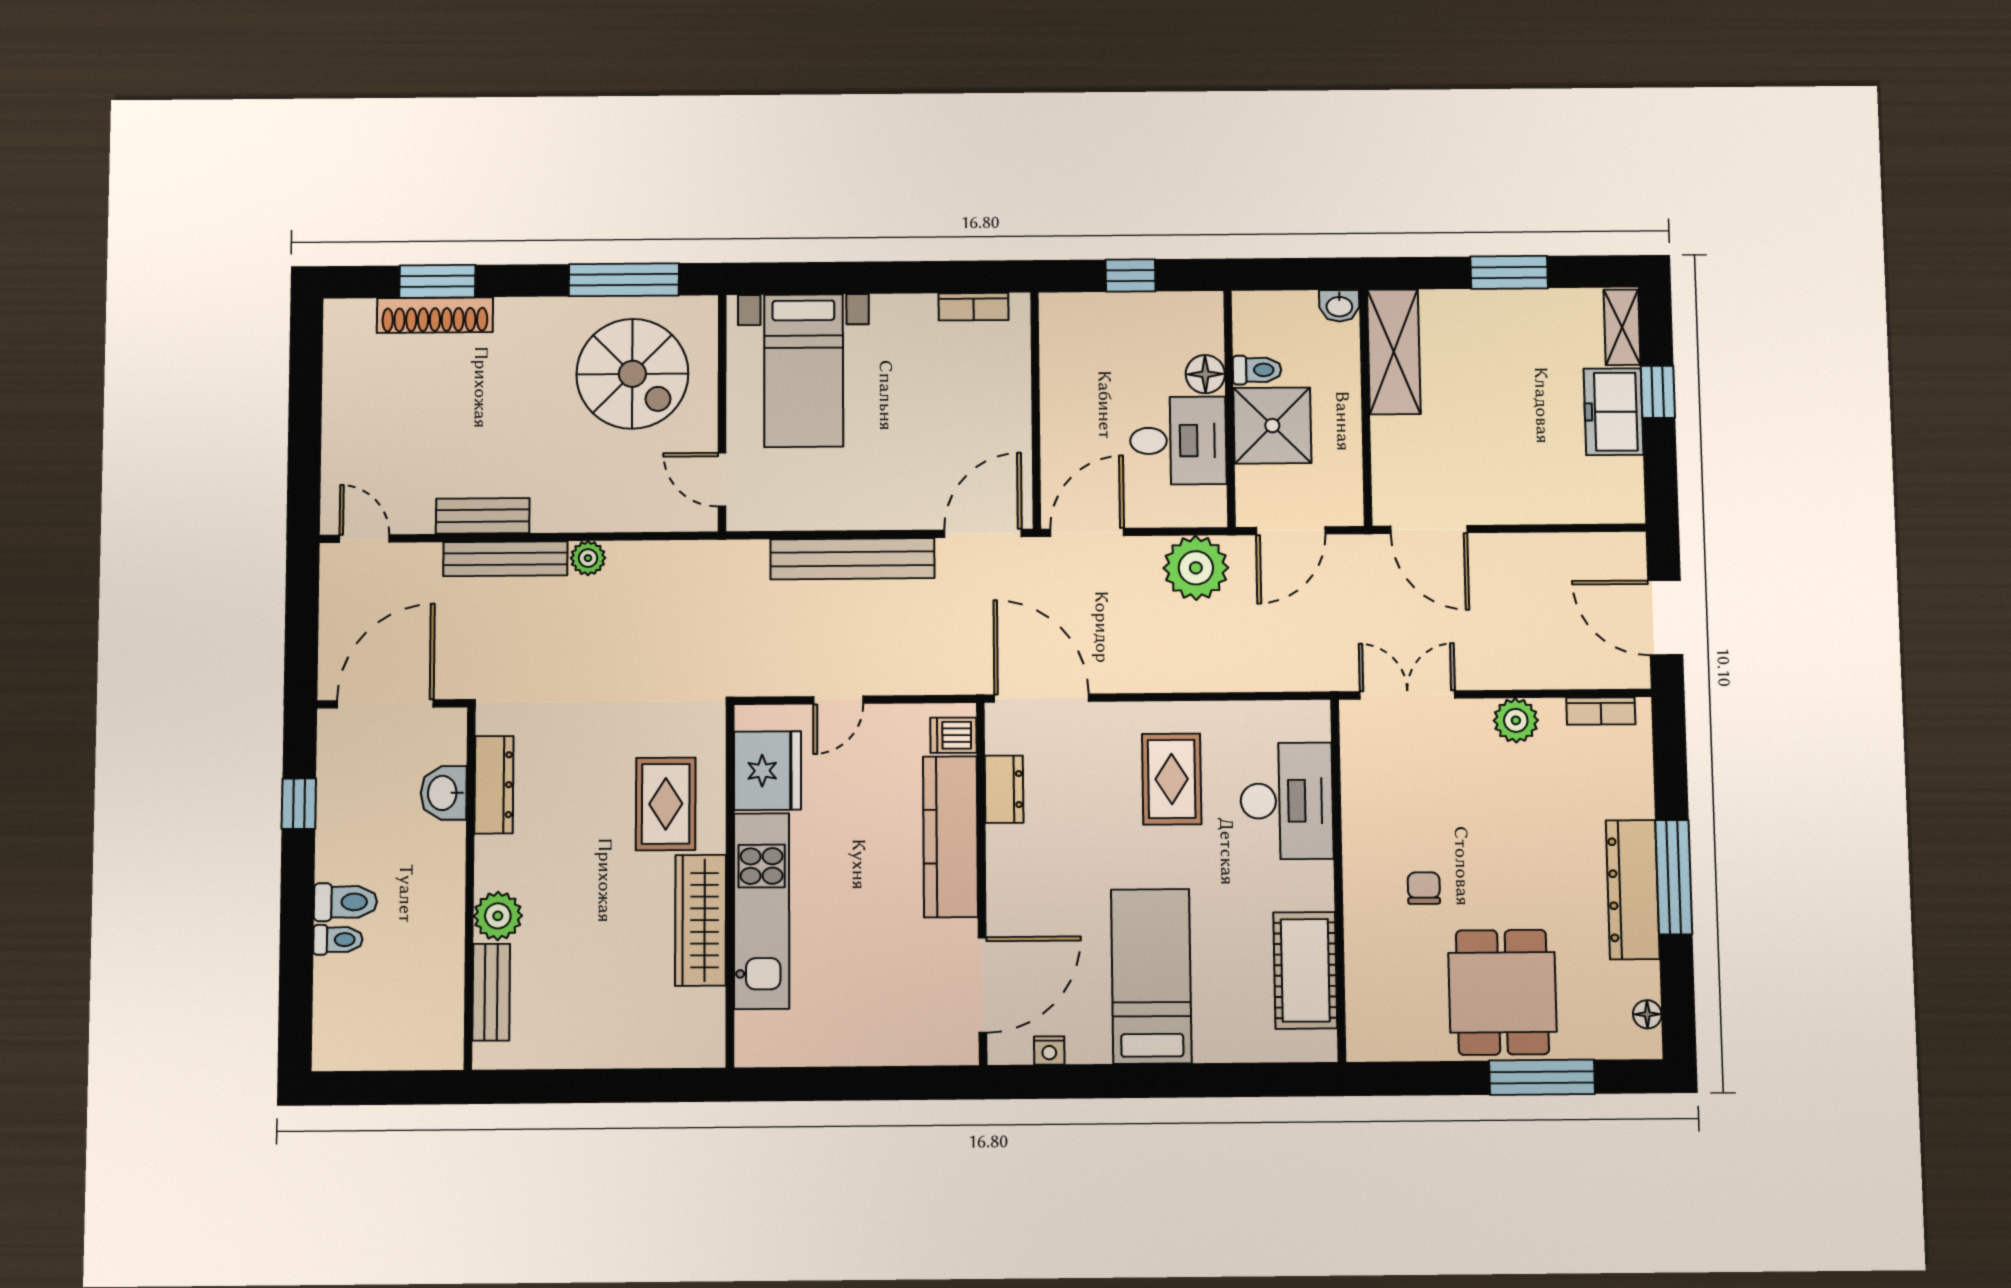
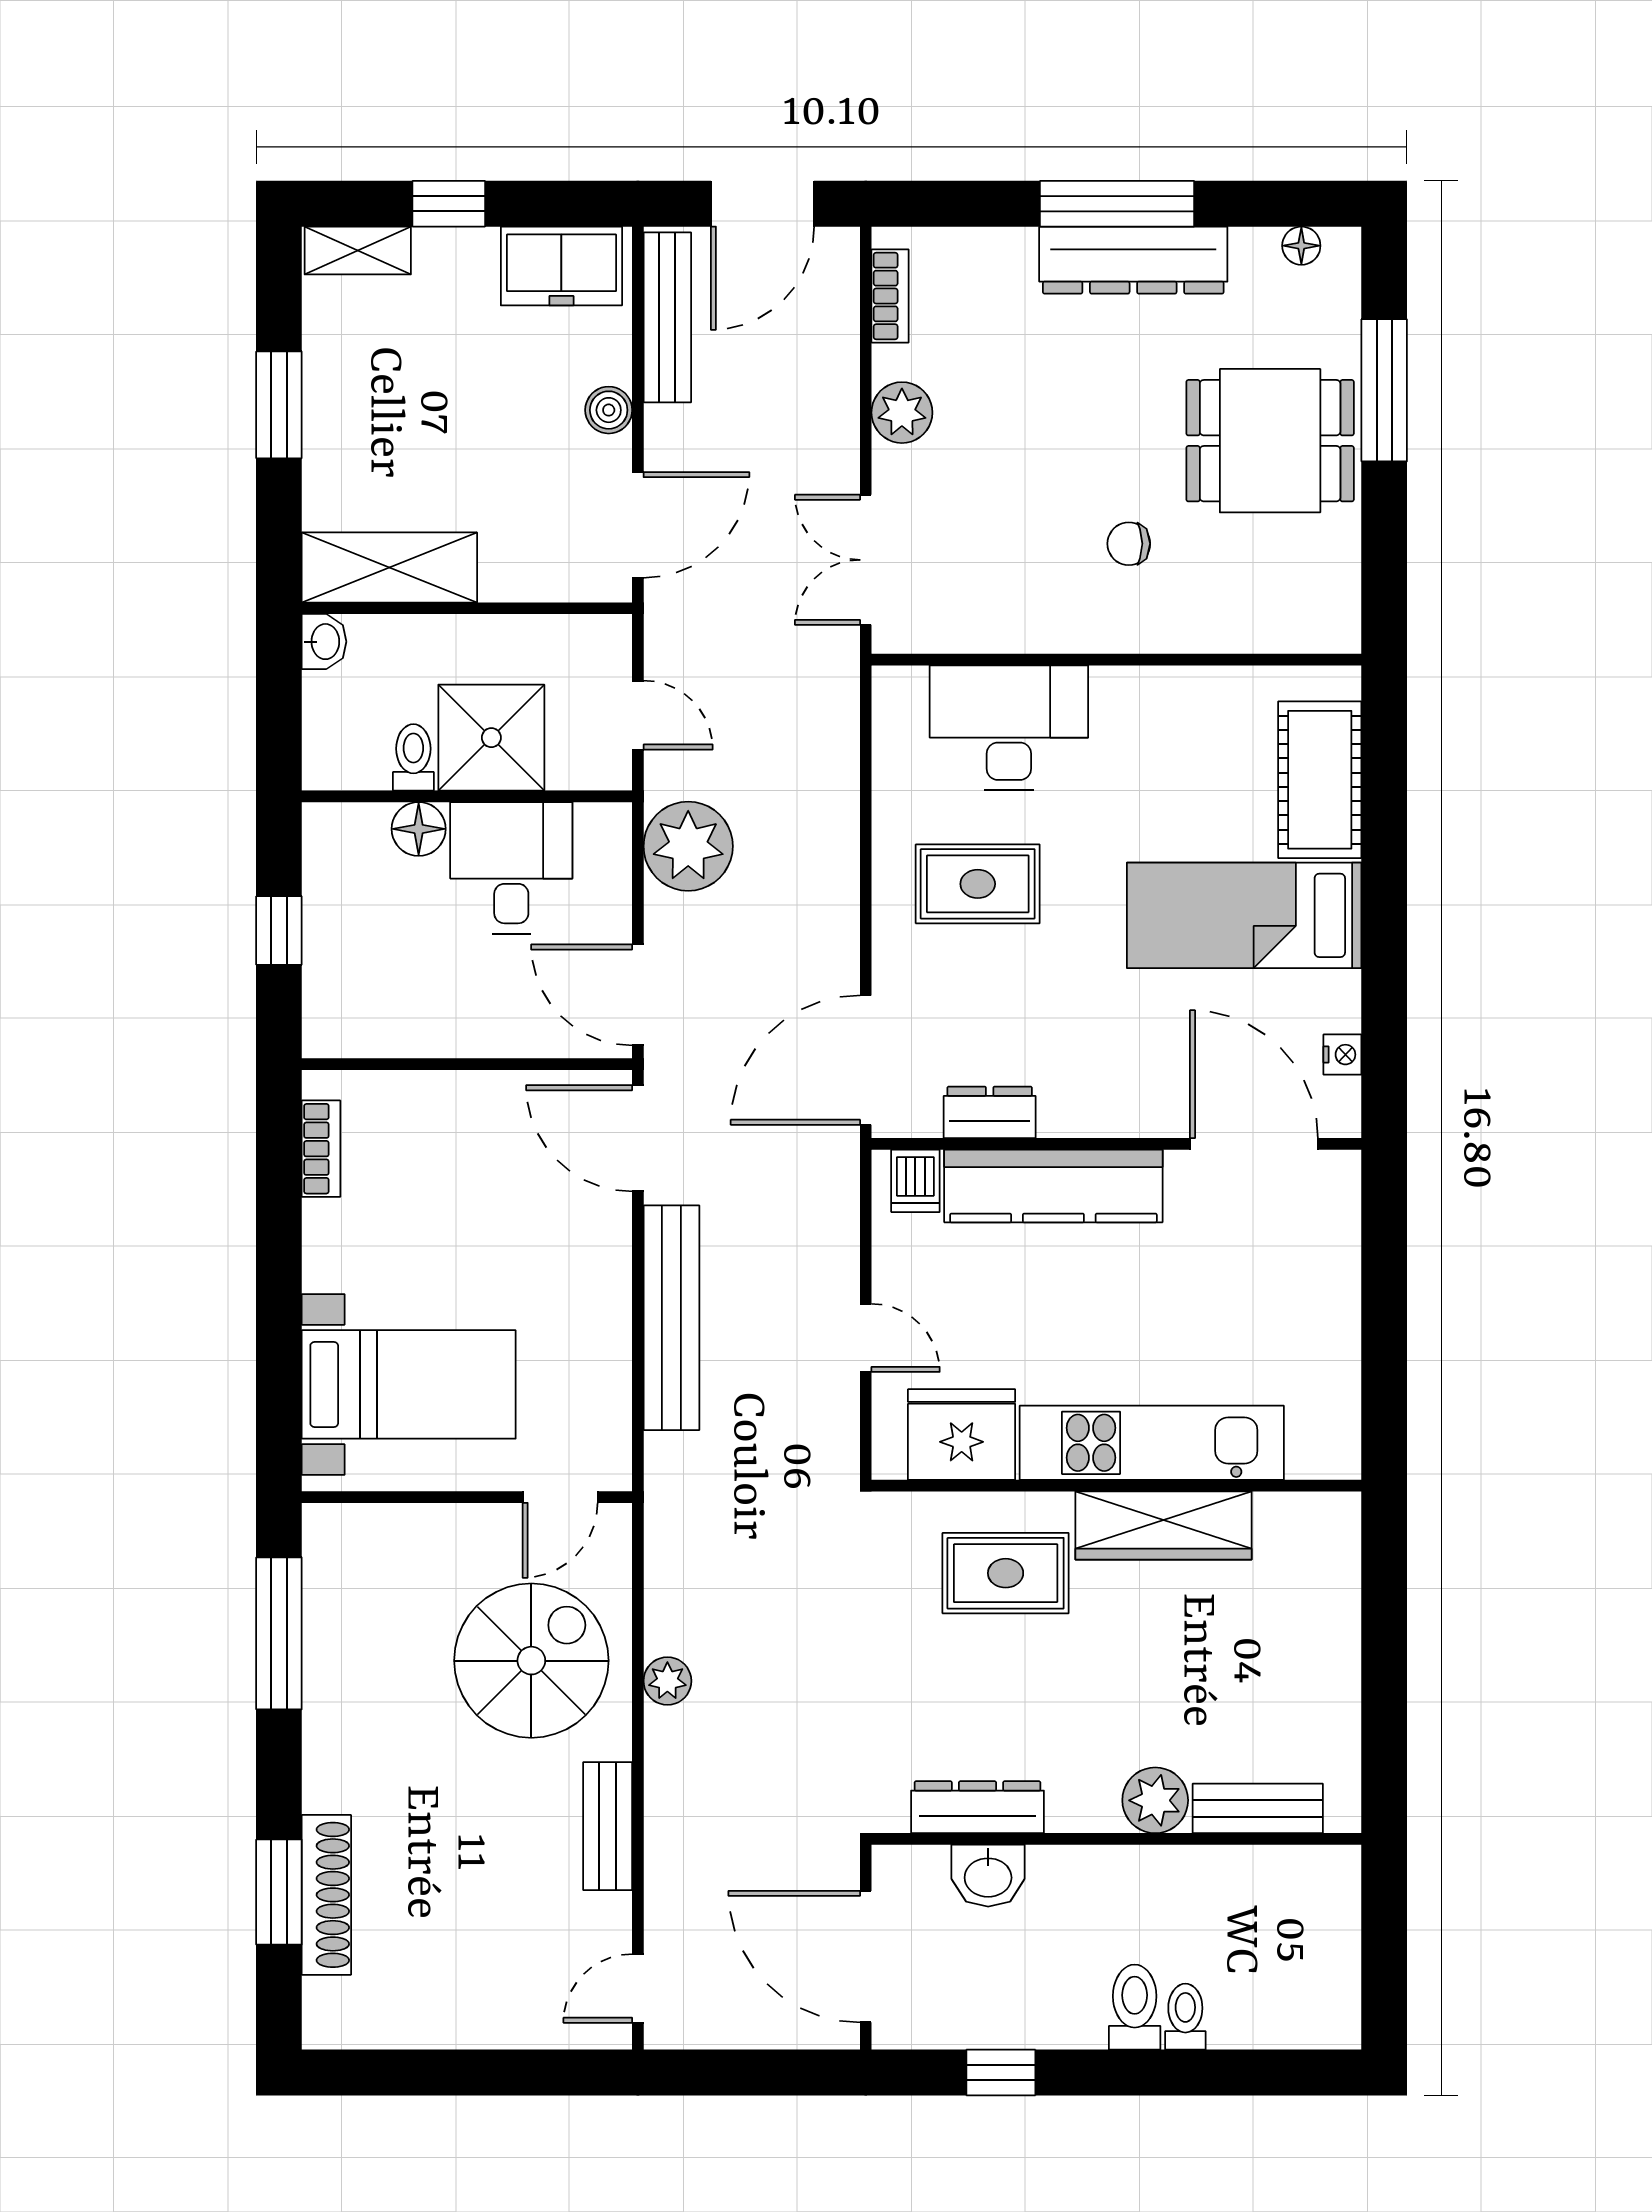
spiral stairs: (632, 374) -> (531, 1661), moved
freezer: (1613, 412) -> (561, 266), moved
boiler: (1512, 508) -> (609, 410), added
door: (1291, 531) -> (638, 715), width x0.73
bench: (505, 559) -> (667, 317), moved
cot: (1305, 970) -> (1320, 780), moved, turned 90

